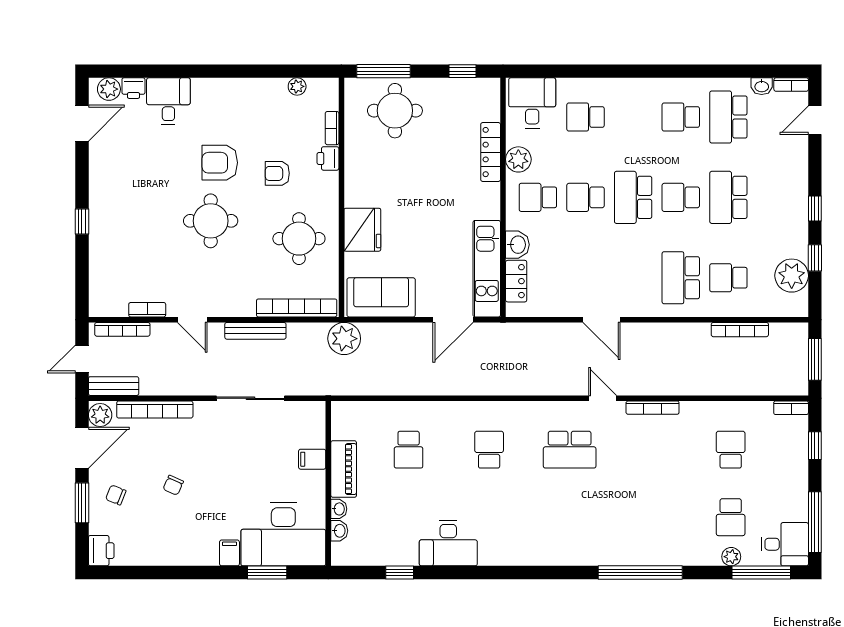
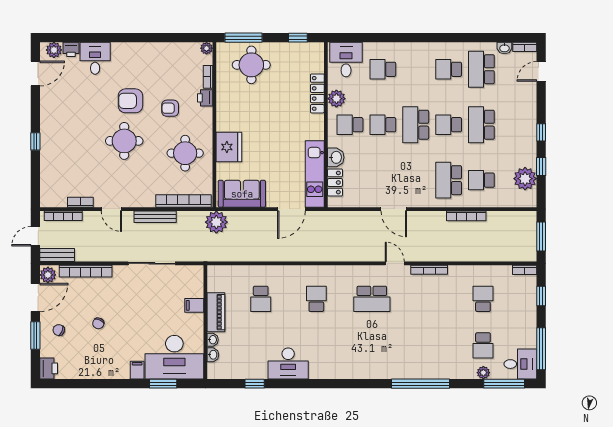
plant: (297, 86) -> (207, 48), moved
bookcase: (740, 330) -> (466, 216), moved

